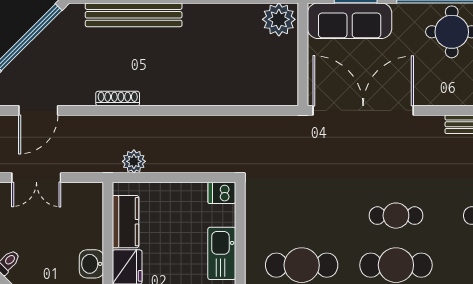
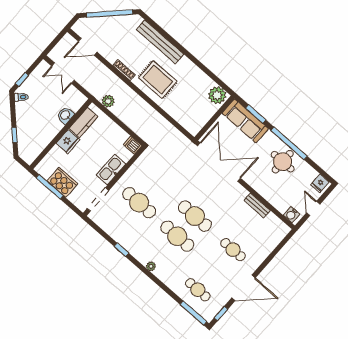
rug: (176, 70) -> (158, 80), added
cafe table: (396, 216) -> (195, 216), width x1.37, depth x1.35
washbasin: (91, 264) -> (65, 115), moved

